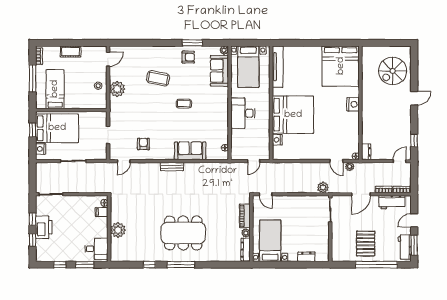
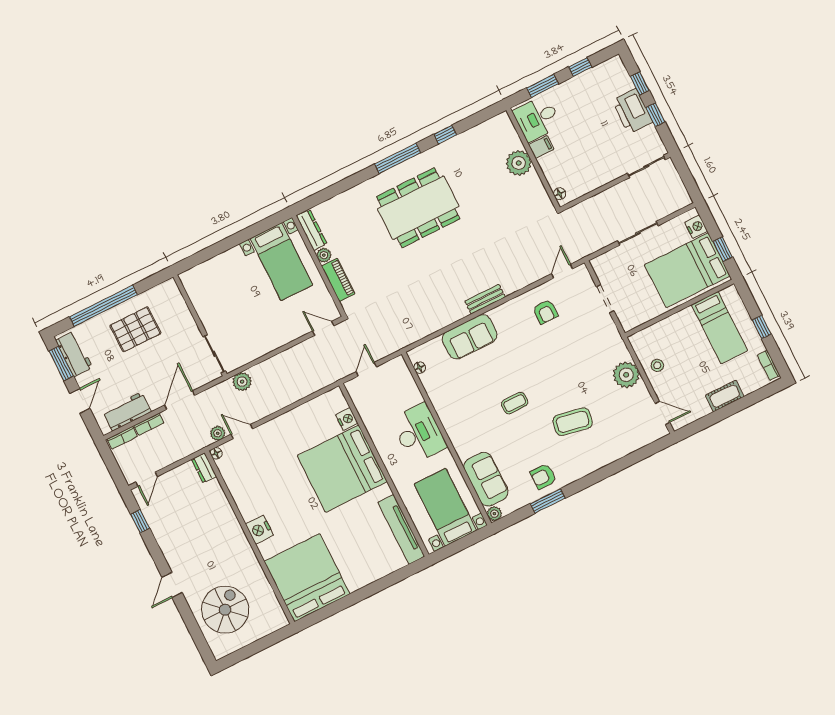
door: (108, 59) -> (662, 413), swing flipped
window: (33, 78) -> (762, 327), width x0.46
filing cabinet: (102, 212) -> (541, 147), moved
pallet: (366, 244) -> (135, 329), turned 90
dresser: (306, 257) -> (215, 265), removed

